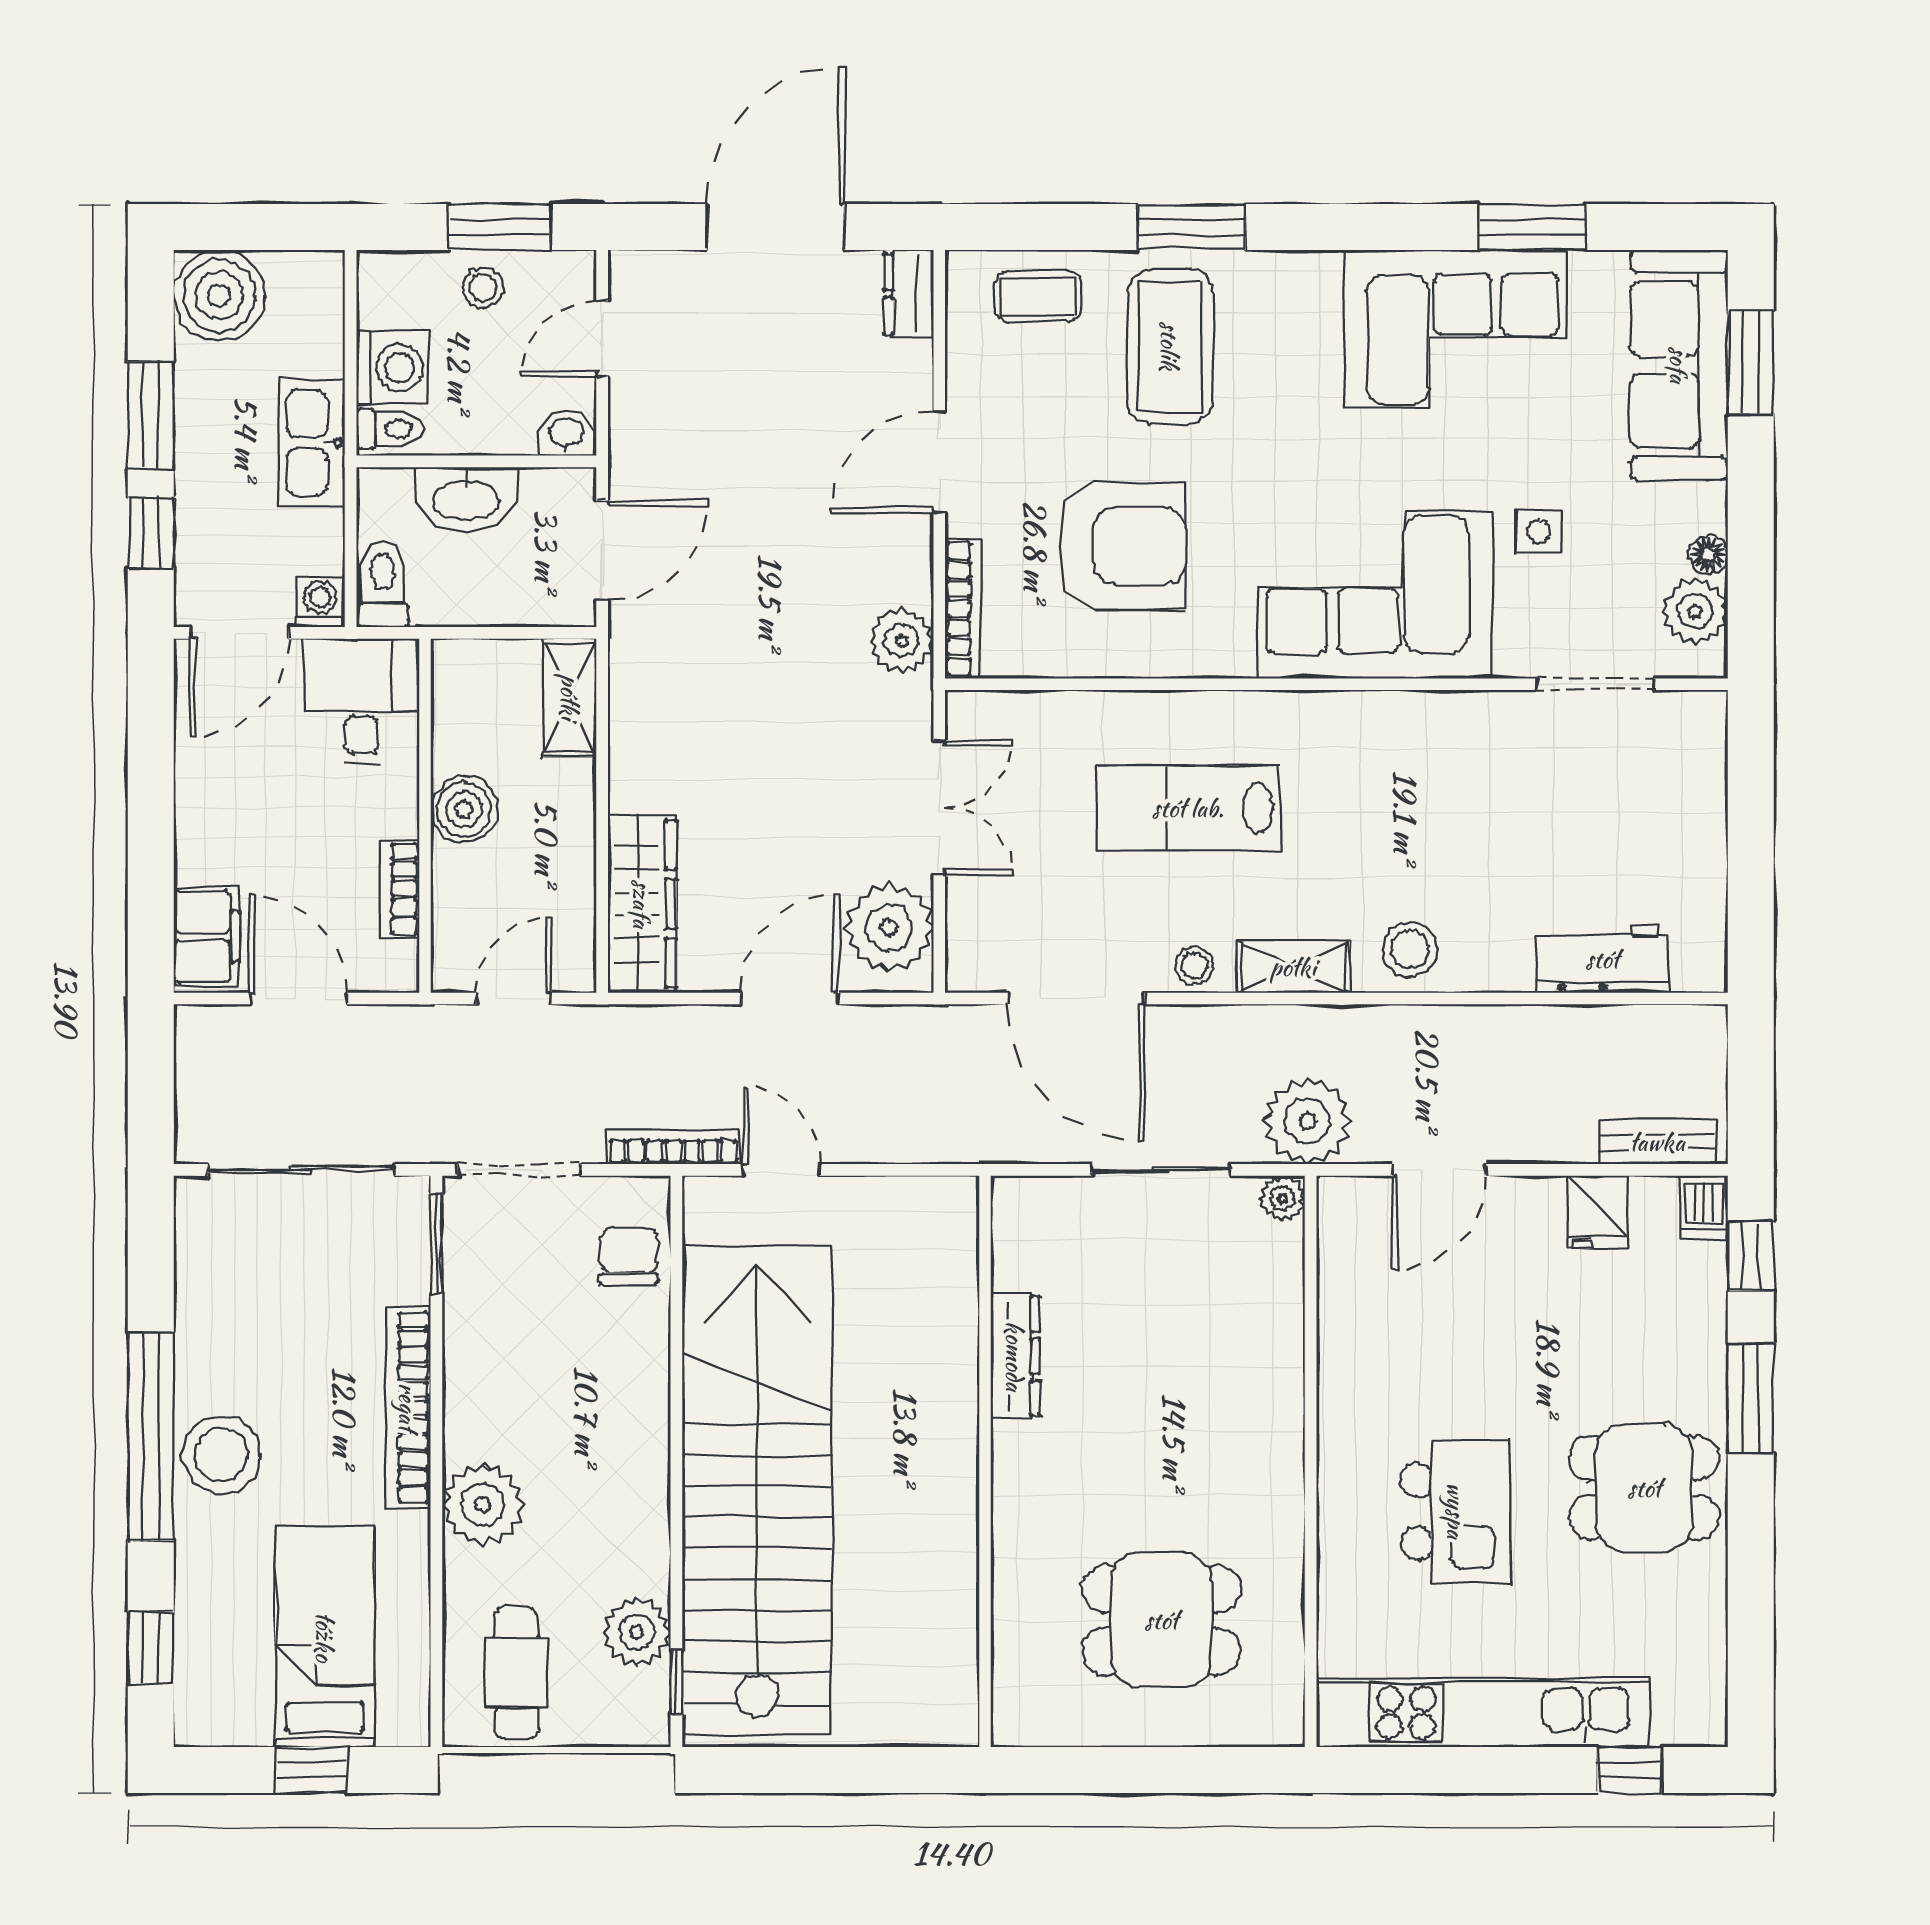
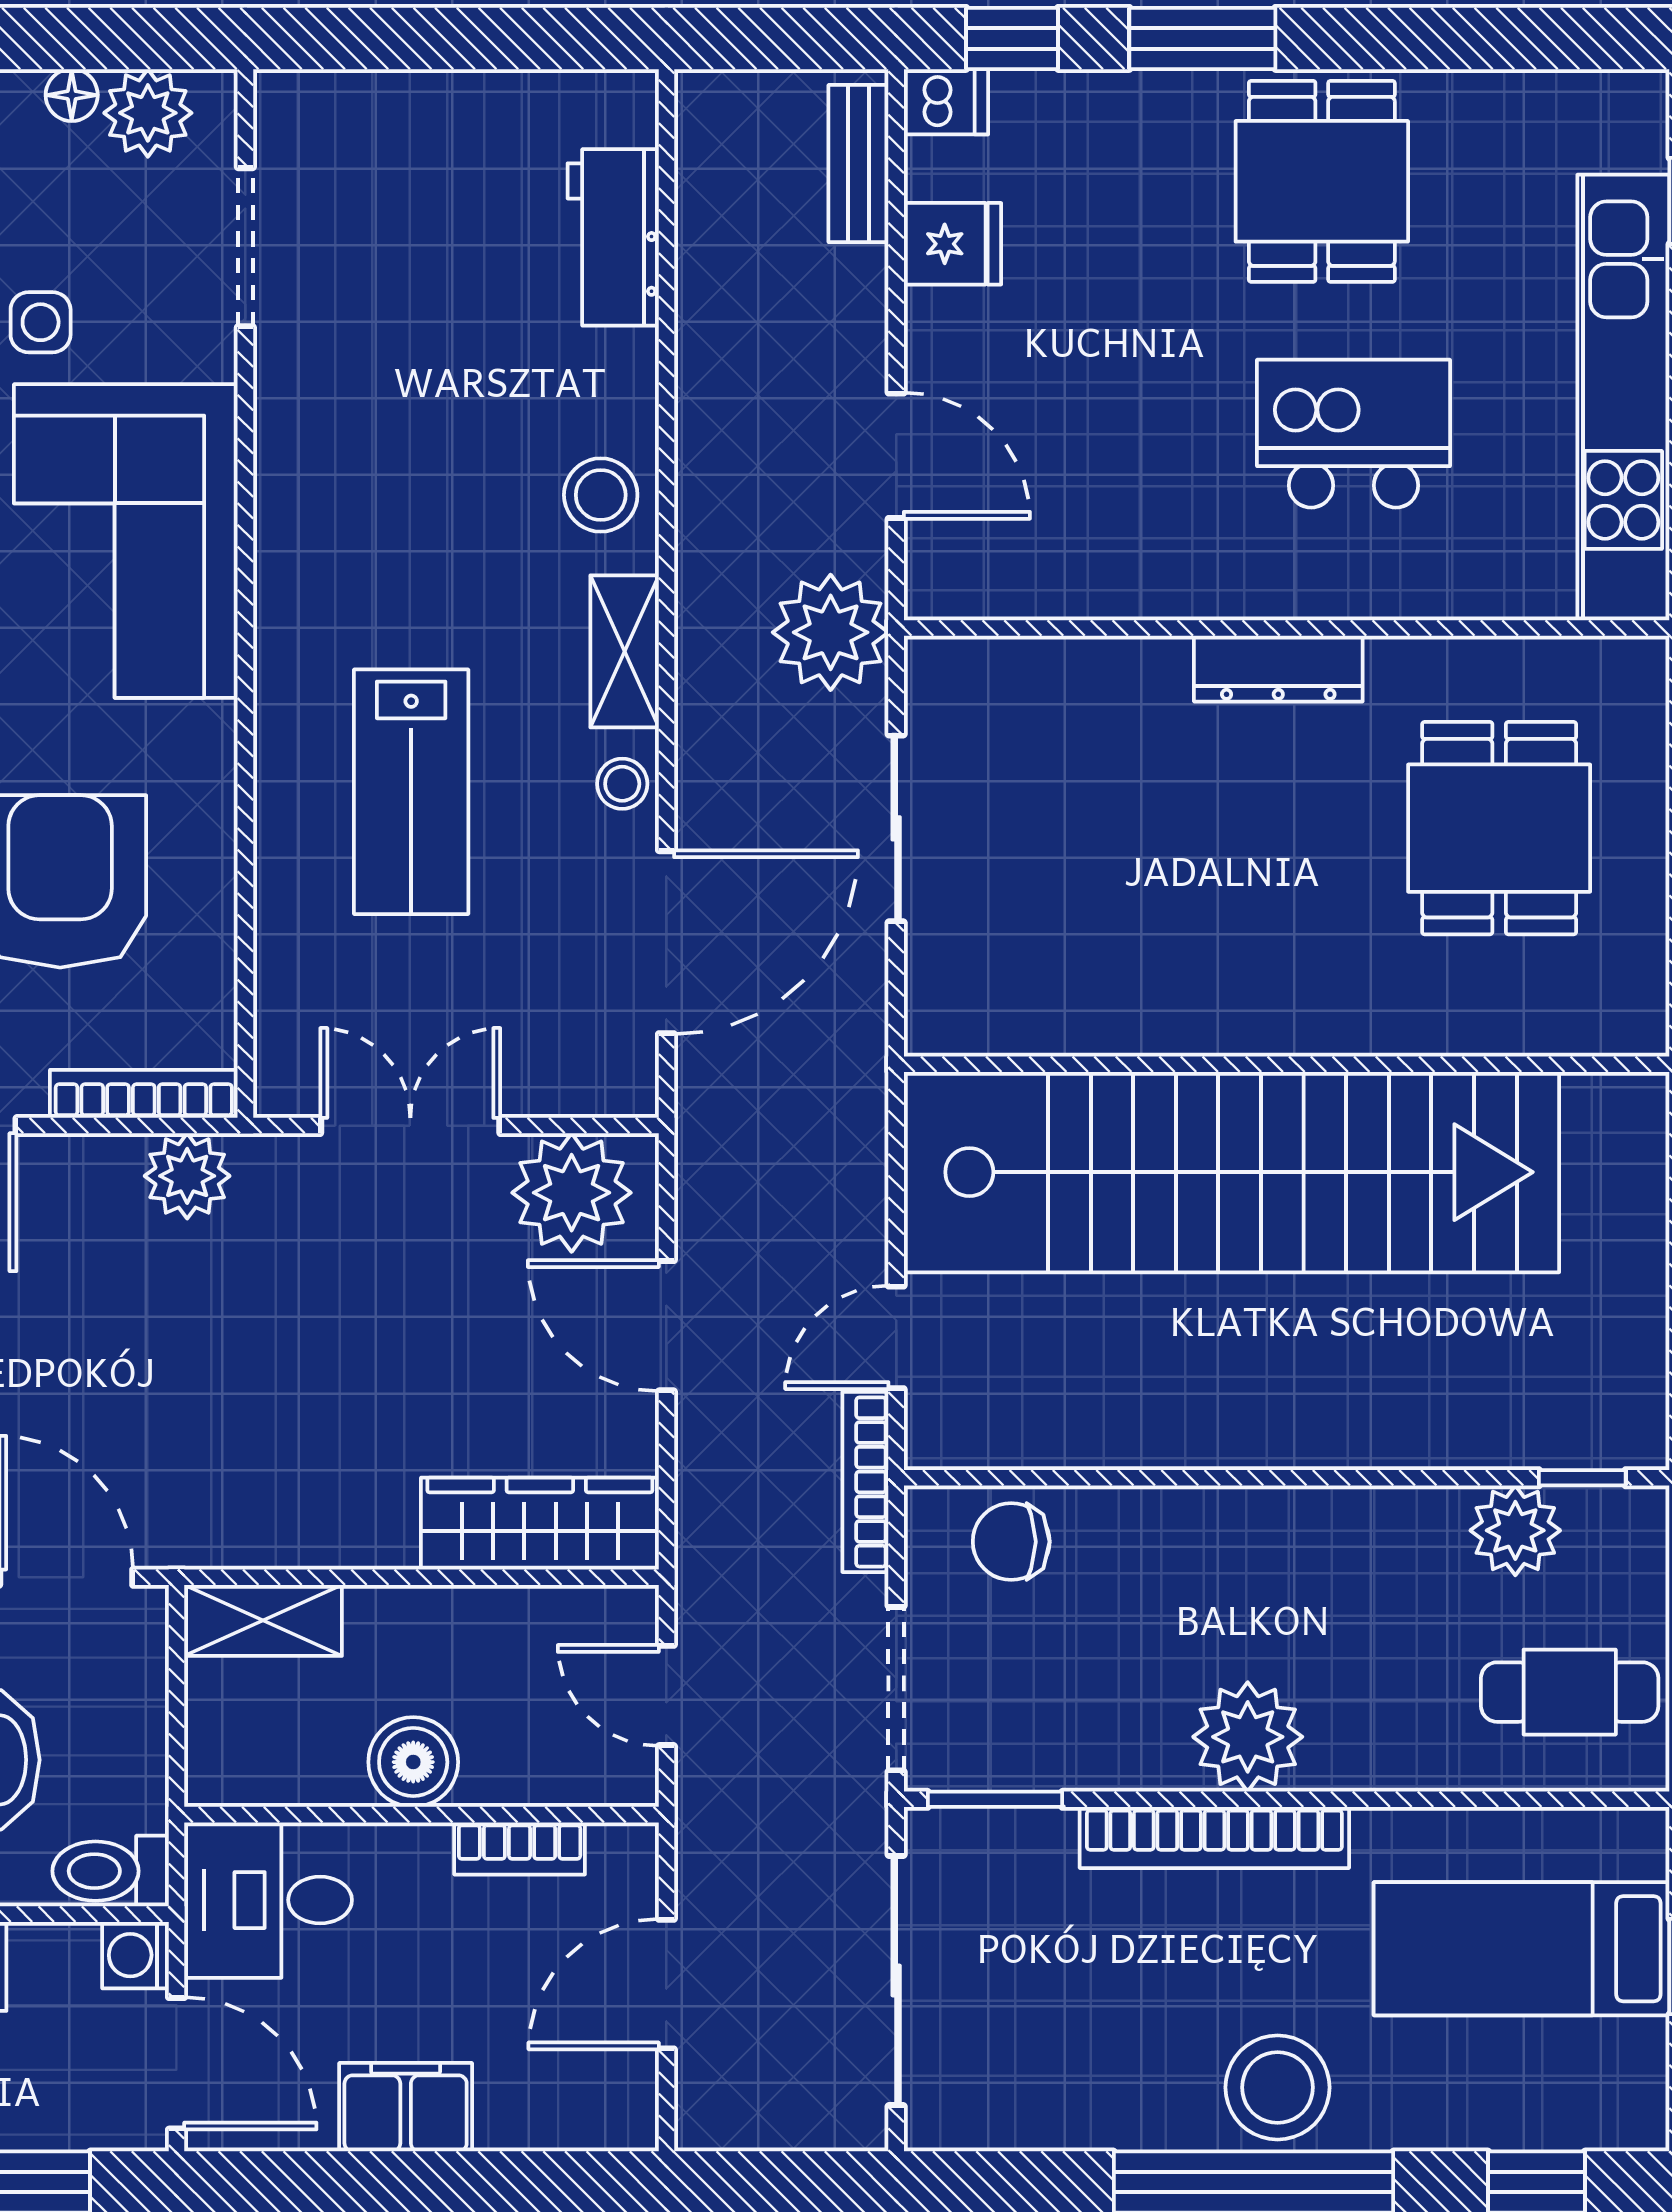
filing cabinet: (207, 937) -> (406, 2107), moved
plant: (1282, 1198) -> (934, 666), removed
dresser: (1015, 1356) -> (1278, 669), moved, turned 180
stairs: (757, 1490) -> (1231, 1172), moved, turned 180
plant: (483, 1505) -> (1248, 1737), moved

